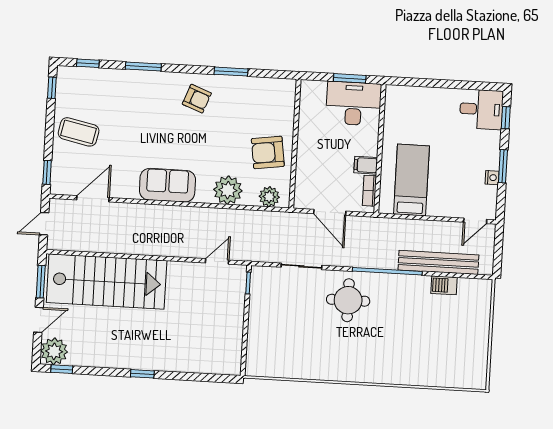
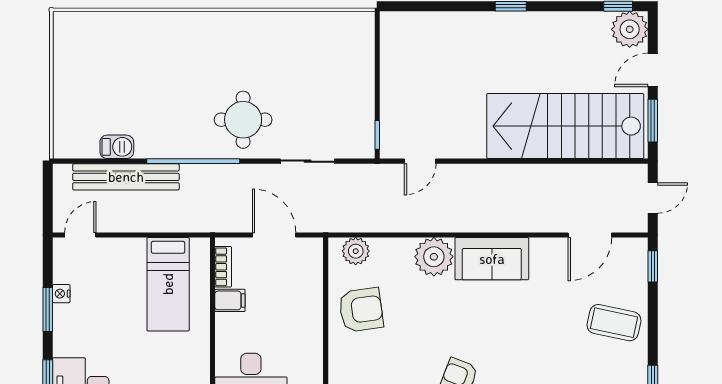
plant: (228, 190) -> (434, 257), moved

